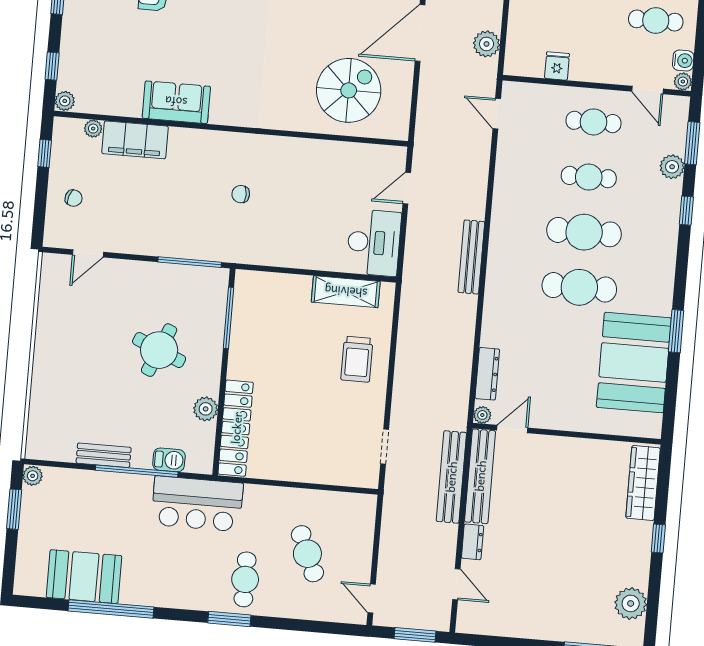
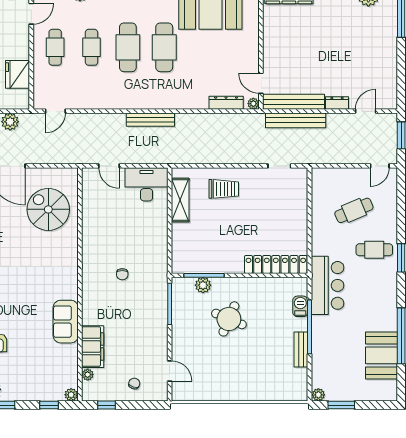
fridge: (557, 66) -> (18, 74), width x1.88, depth x1.34
plant: (206, 409) -> (203, 285), moved

